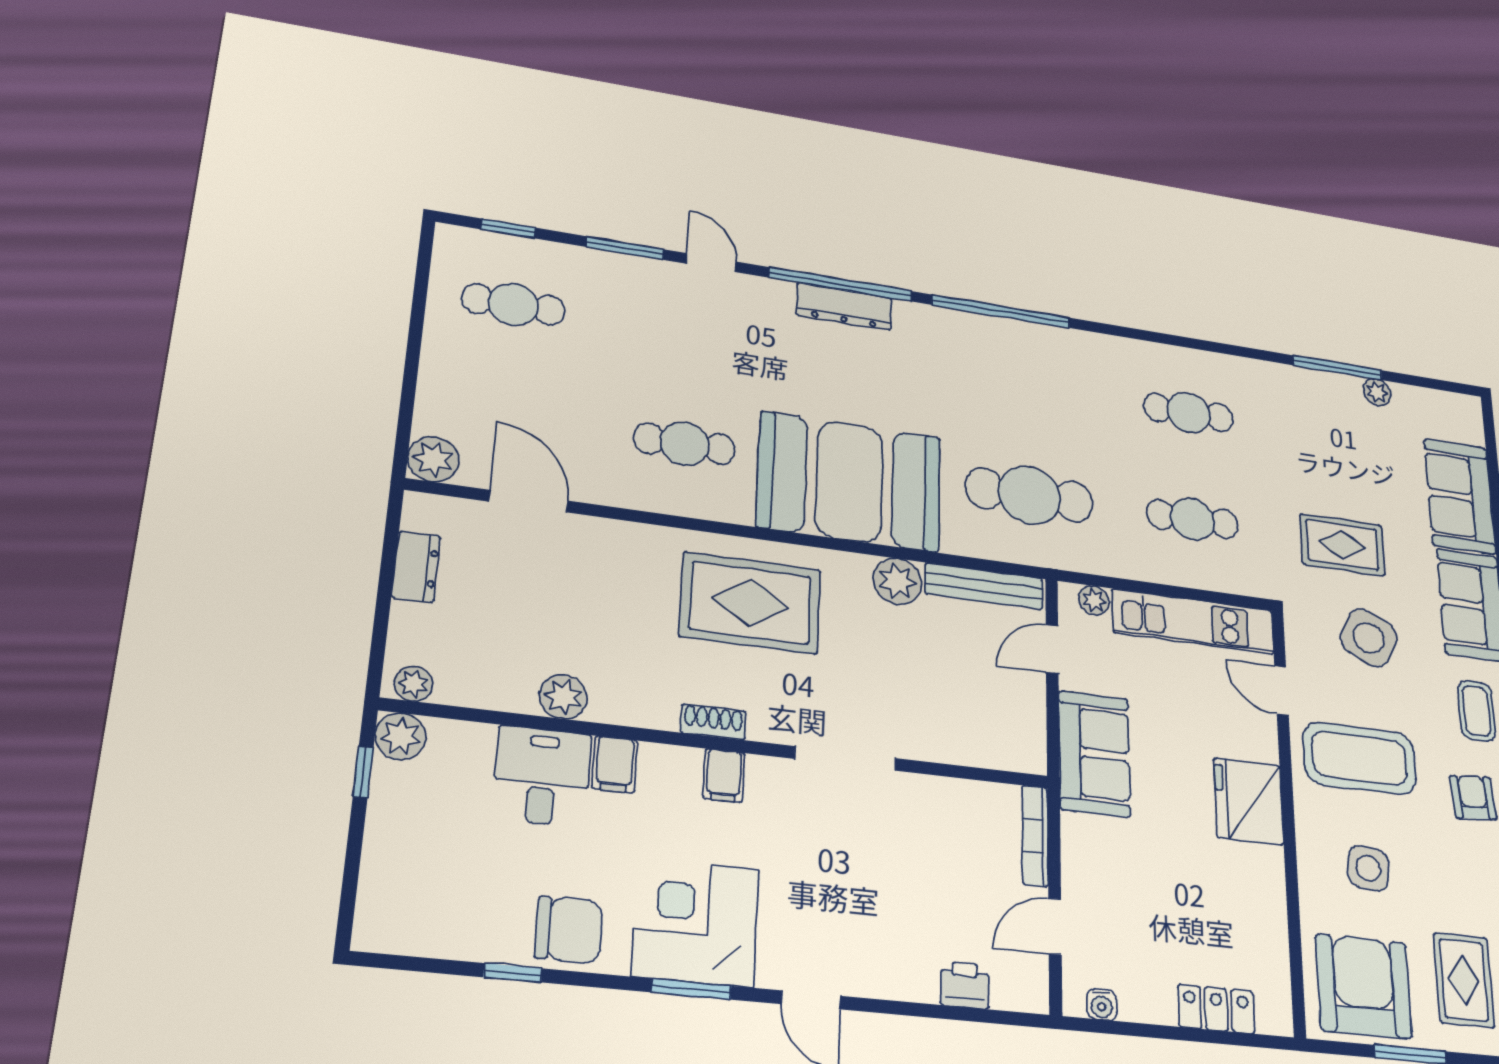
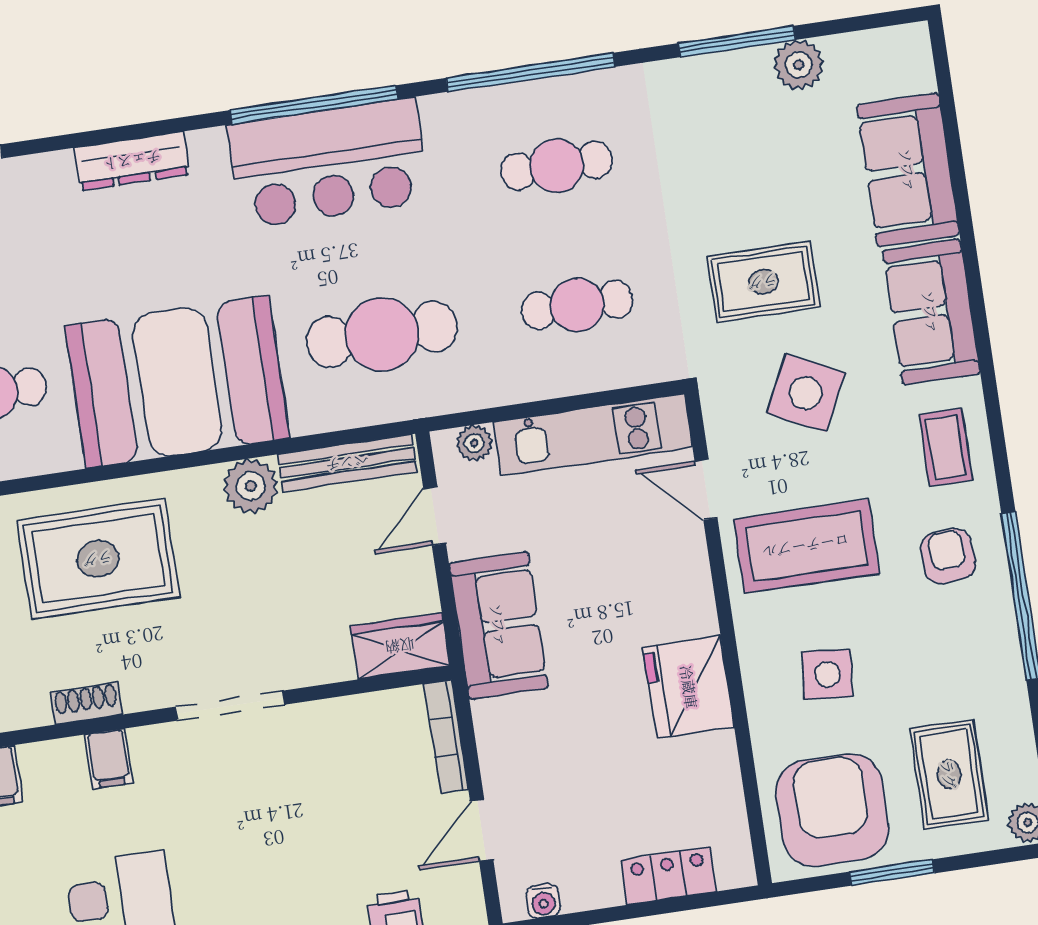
window: (841, 284) -> (530, 72), moved
bar counter: (1006, 356) -> (328, 163), added
plant: (1377, 392) -> (799, 65), width x1.38, depth x1.38
wardrobe: (1006, 748) -> (400, 646), added
fridge: (1249, 801) -> (689, 687), moved

